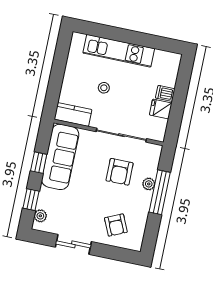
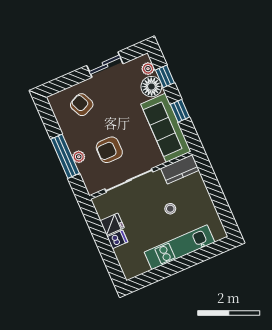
armchair: (120, 172) -> (109, 150), turned -90
floor lamp: (48, 199) -> (151, 87), added

